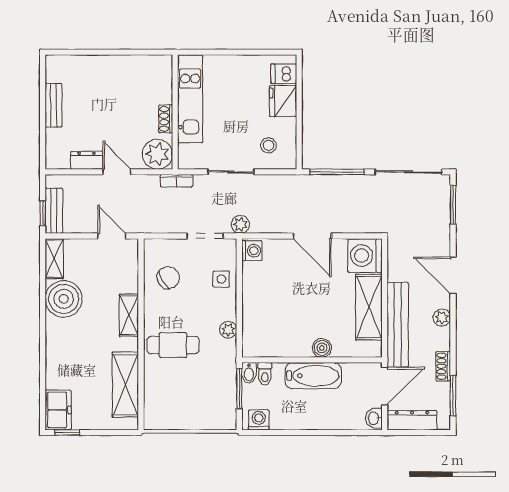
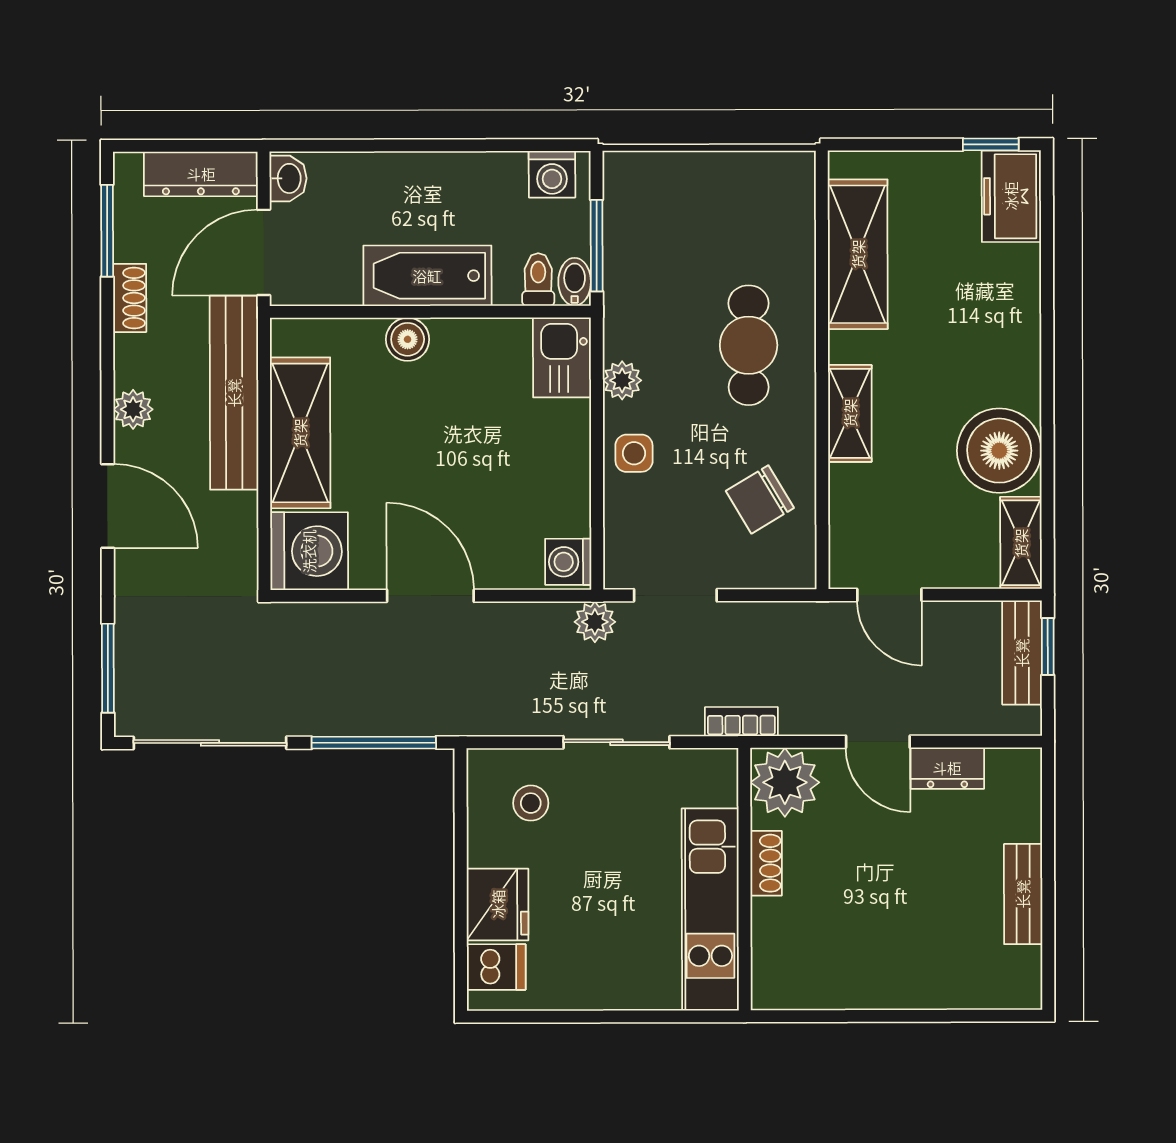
side table: (221, 279) -> (634, 453), moved
kitchen sink: (254, 340) -> (562, 357), added
cafe table: (173, 345) -> (749, 345), turned 90

